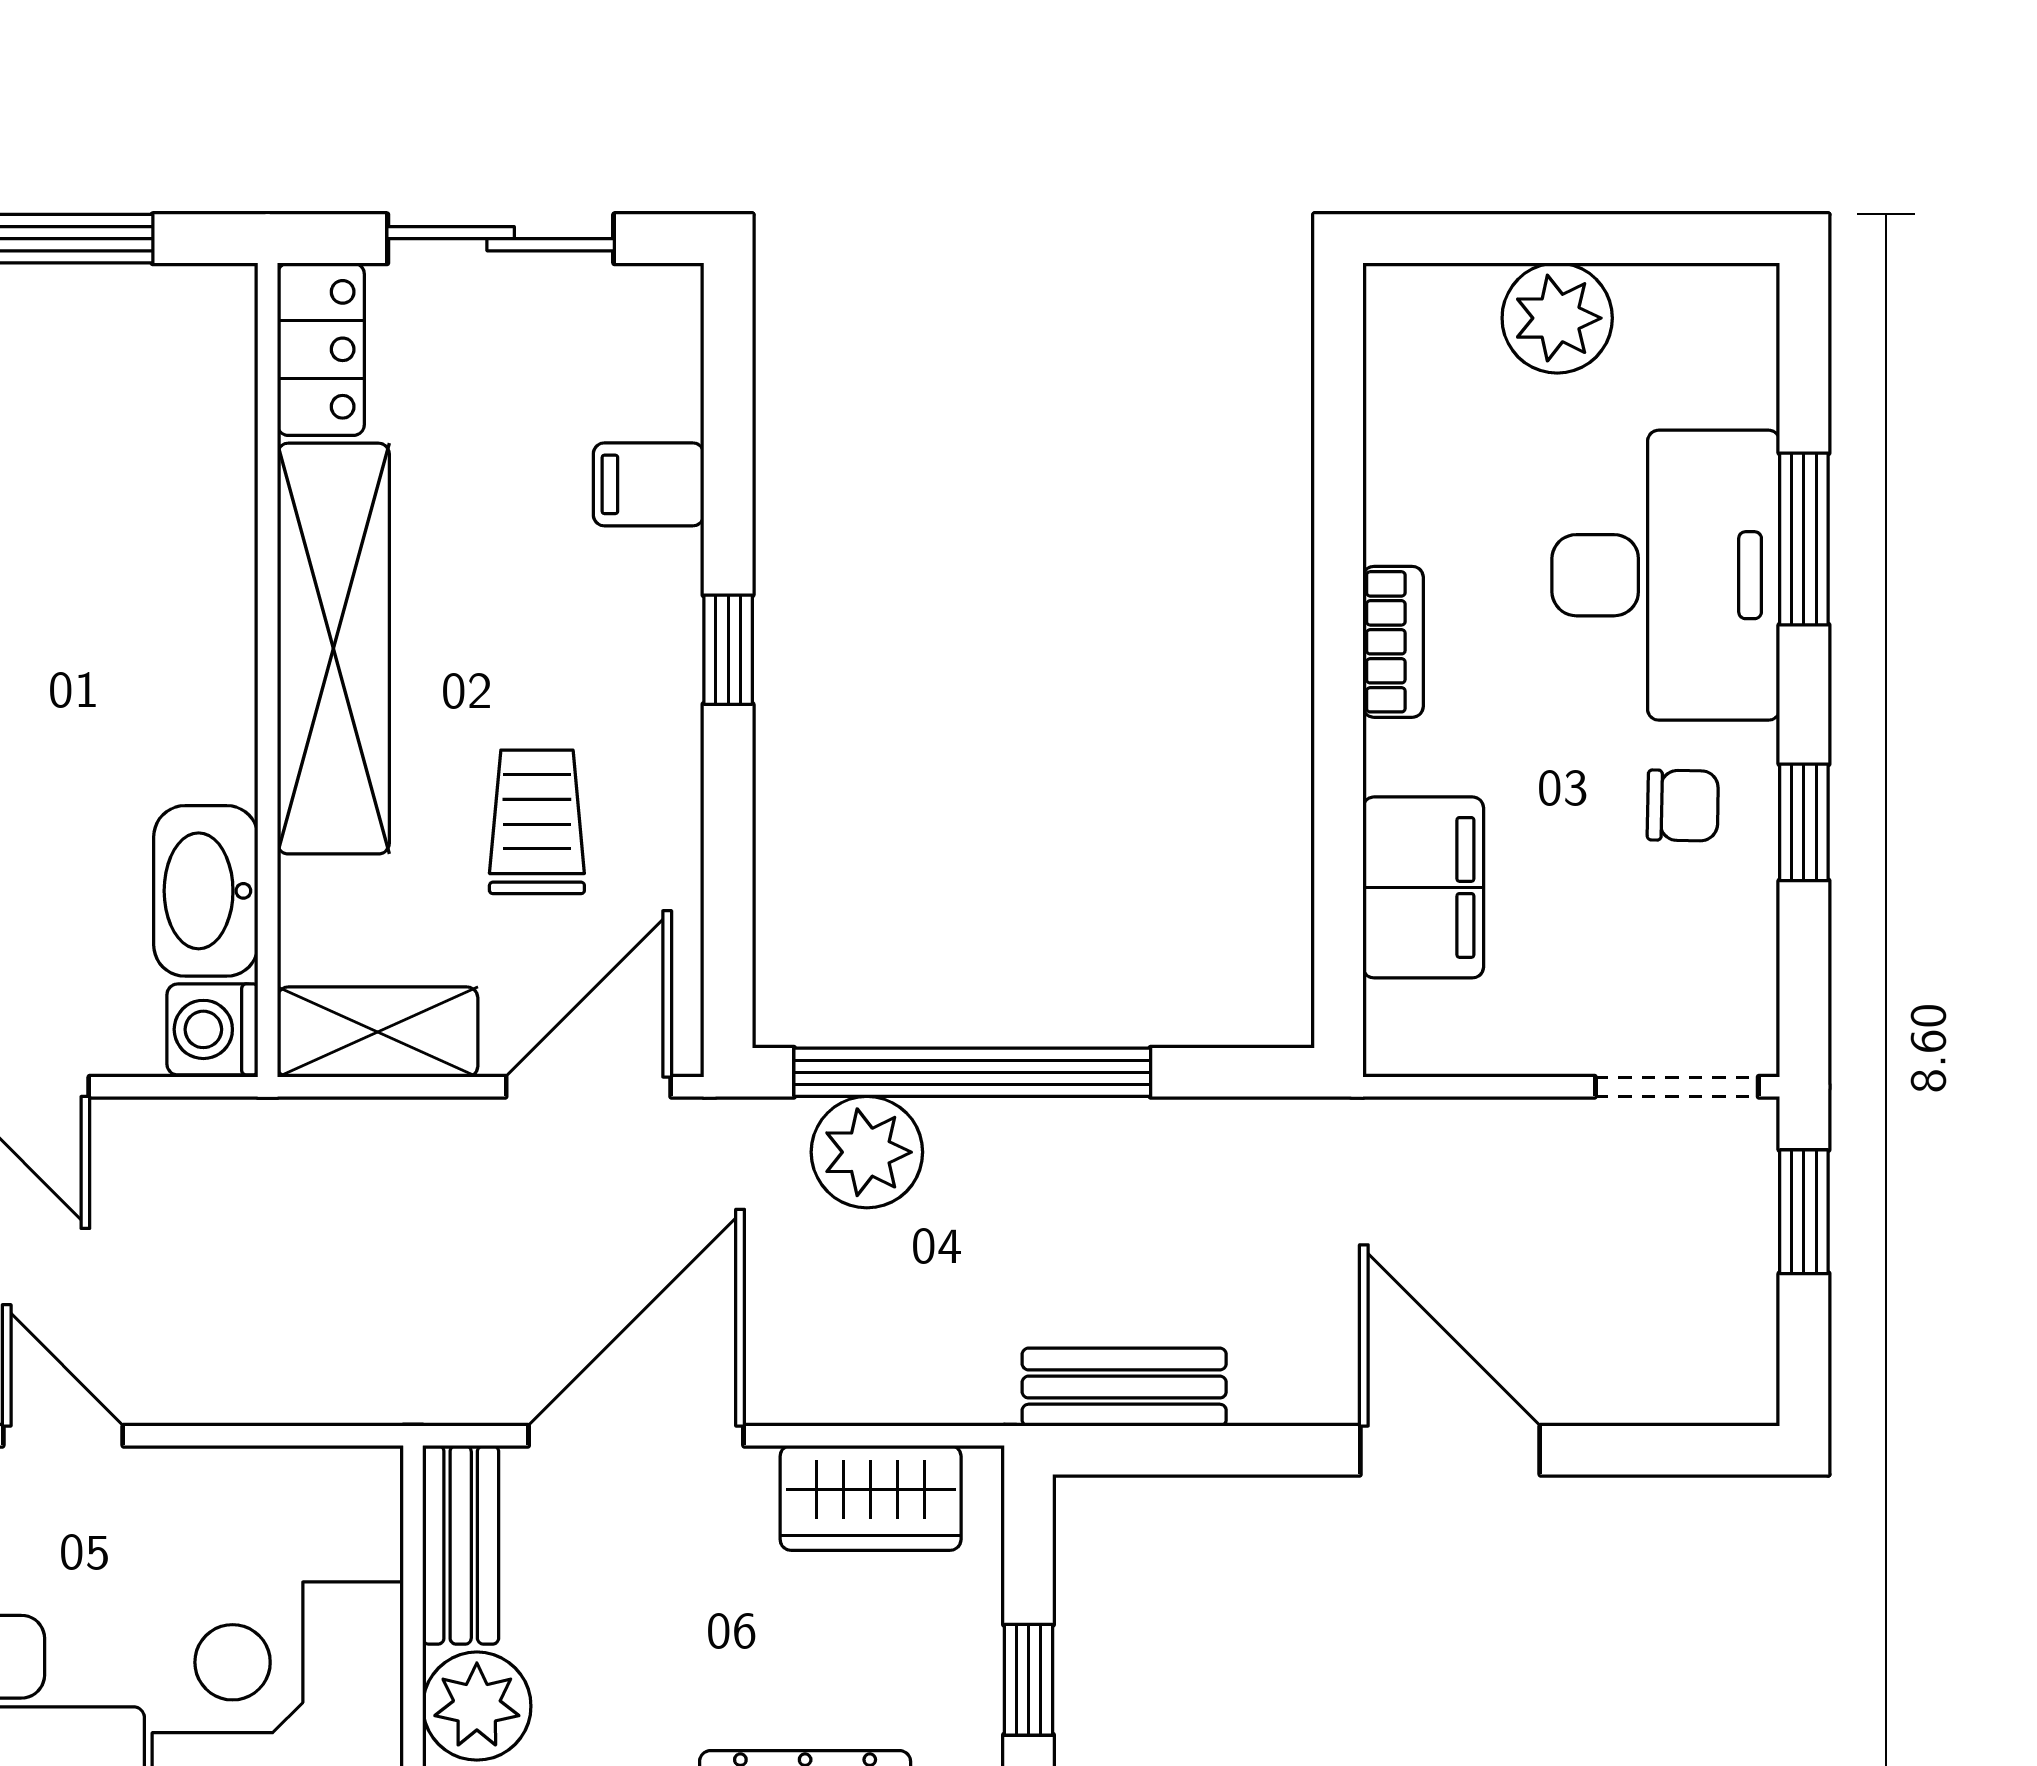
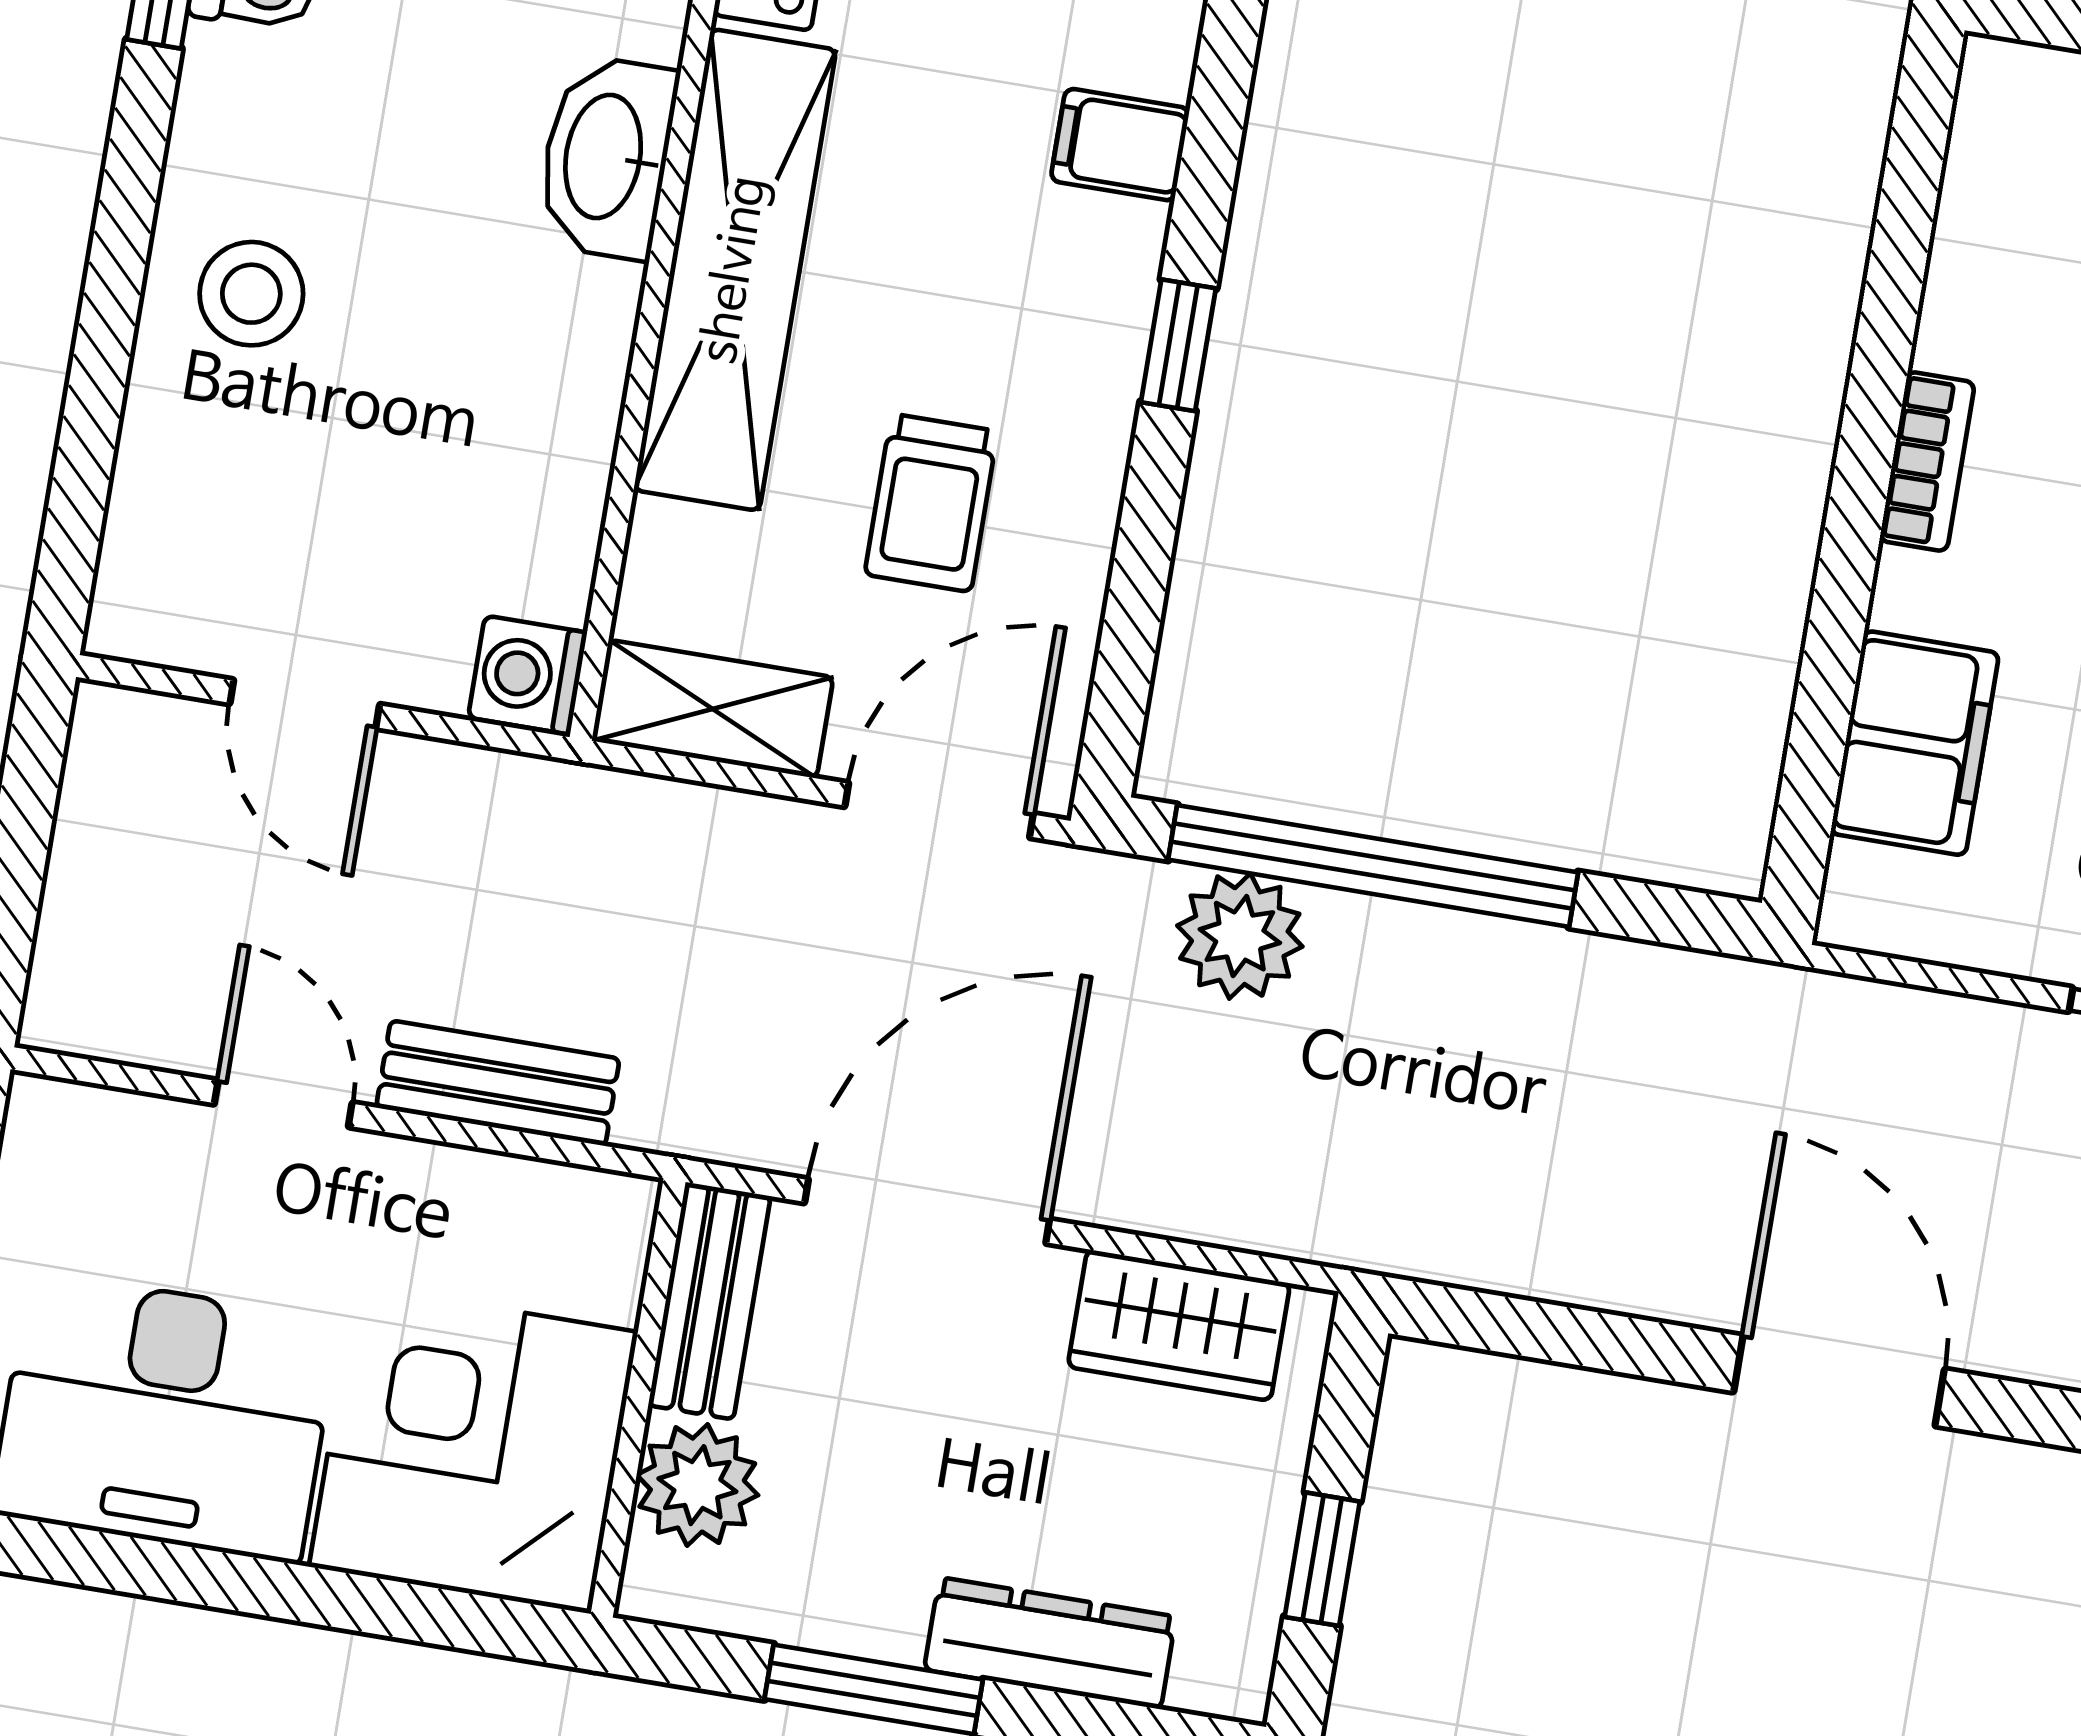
trolley: (537, 822) -> (931, 503), turned 180
washbasin: (206, 891) -> (607, 157), moved
bench: (1124, 1387) -> (498, 1083), moved

